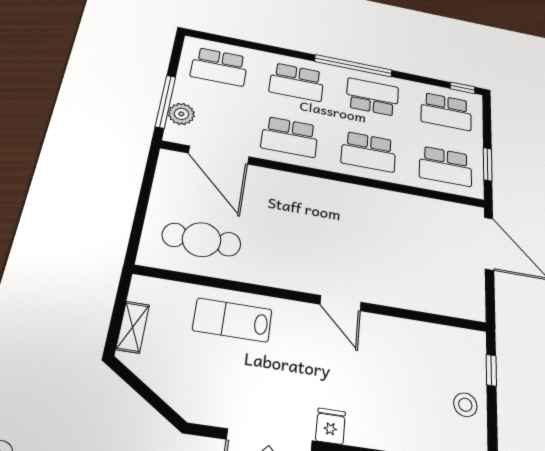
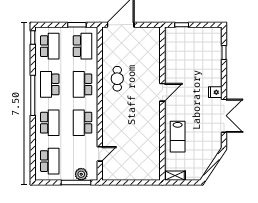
school desk: (290, 137) -> (83, 123), turned 180
school desk: (369, 152) -> (83, 84), turned 180
door: (219, 155) -> (100, 154), width x0.53
cafe table: (202, 240) -> (117, 79), moved, width x0.73, depth x0.74
shelving: (133, 327) -> (175, 176), moved
stool: (465, 405) -> (198, 36), removed

